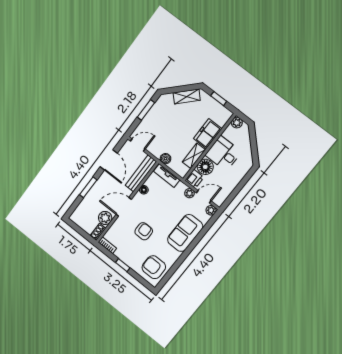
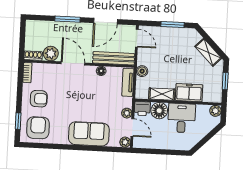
armchair: (144, 231) -> (39, 99), moved
window: (123, 265) -> (18, 121), moved

